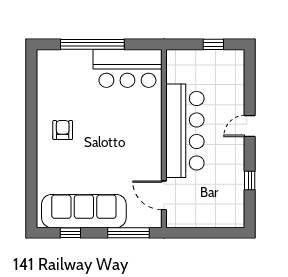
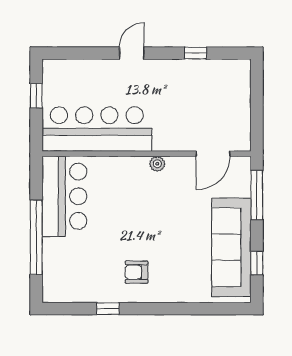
window: (31, 106) -> (108, 309), added
door: (250, 126) -> (132, 53), swing flipped
bar counter: (185, 131) -> (97, 129), moved
plant: (155, 148) -> (157, 164), added

